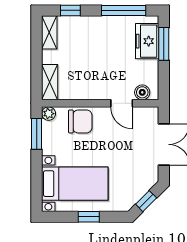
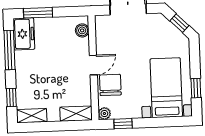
freezer: (147, 41) -> (24, 34), moved, turned -90
door: (122, 103) -> (93, 65), moved
window: (37, 134) -> (123, 124), width x0.67
window: (89, 217) -> (196, 88), moved

